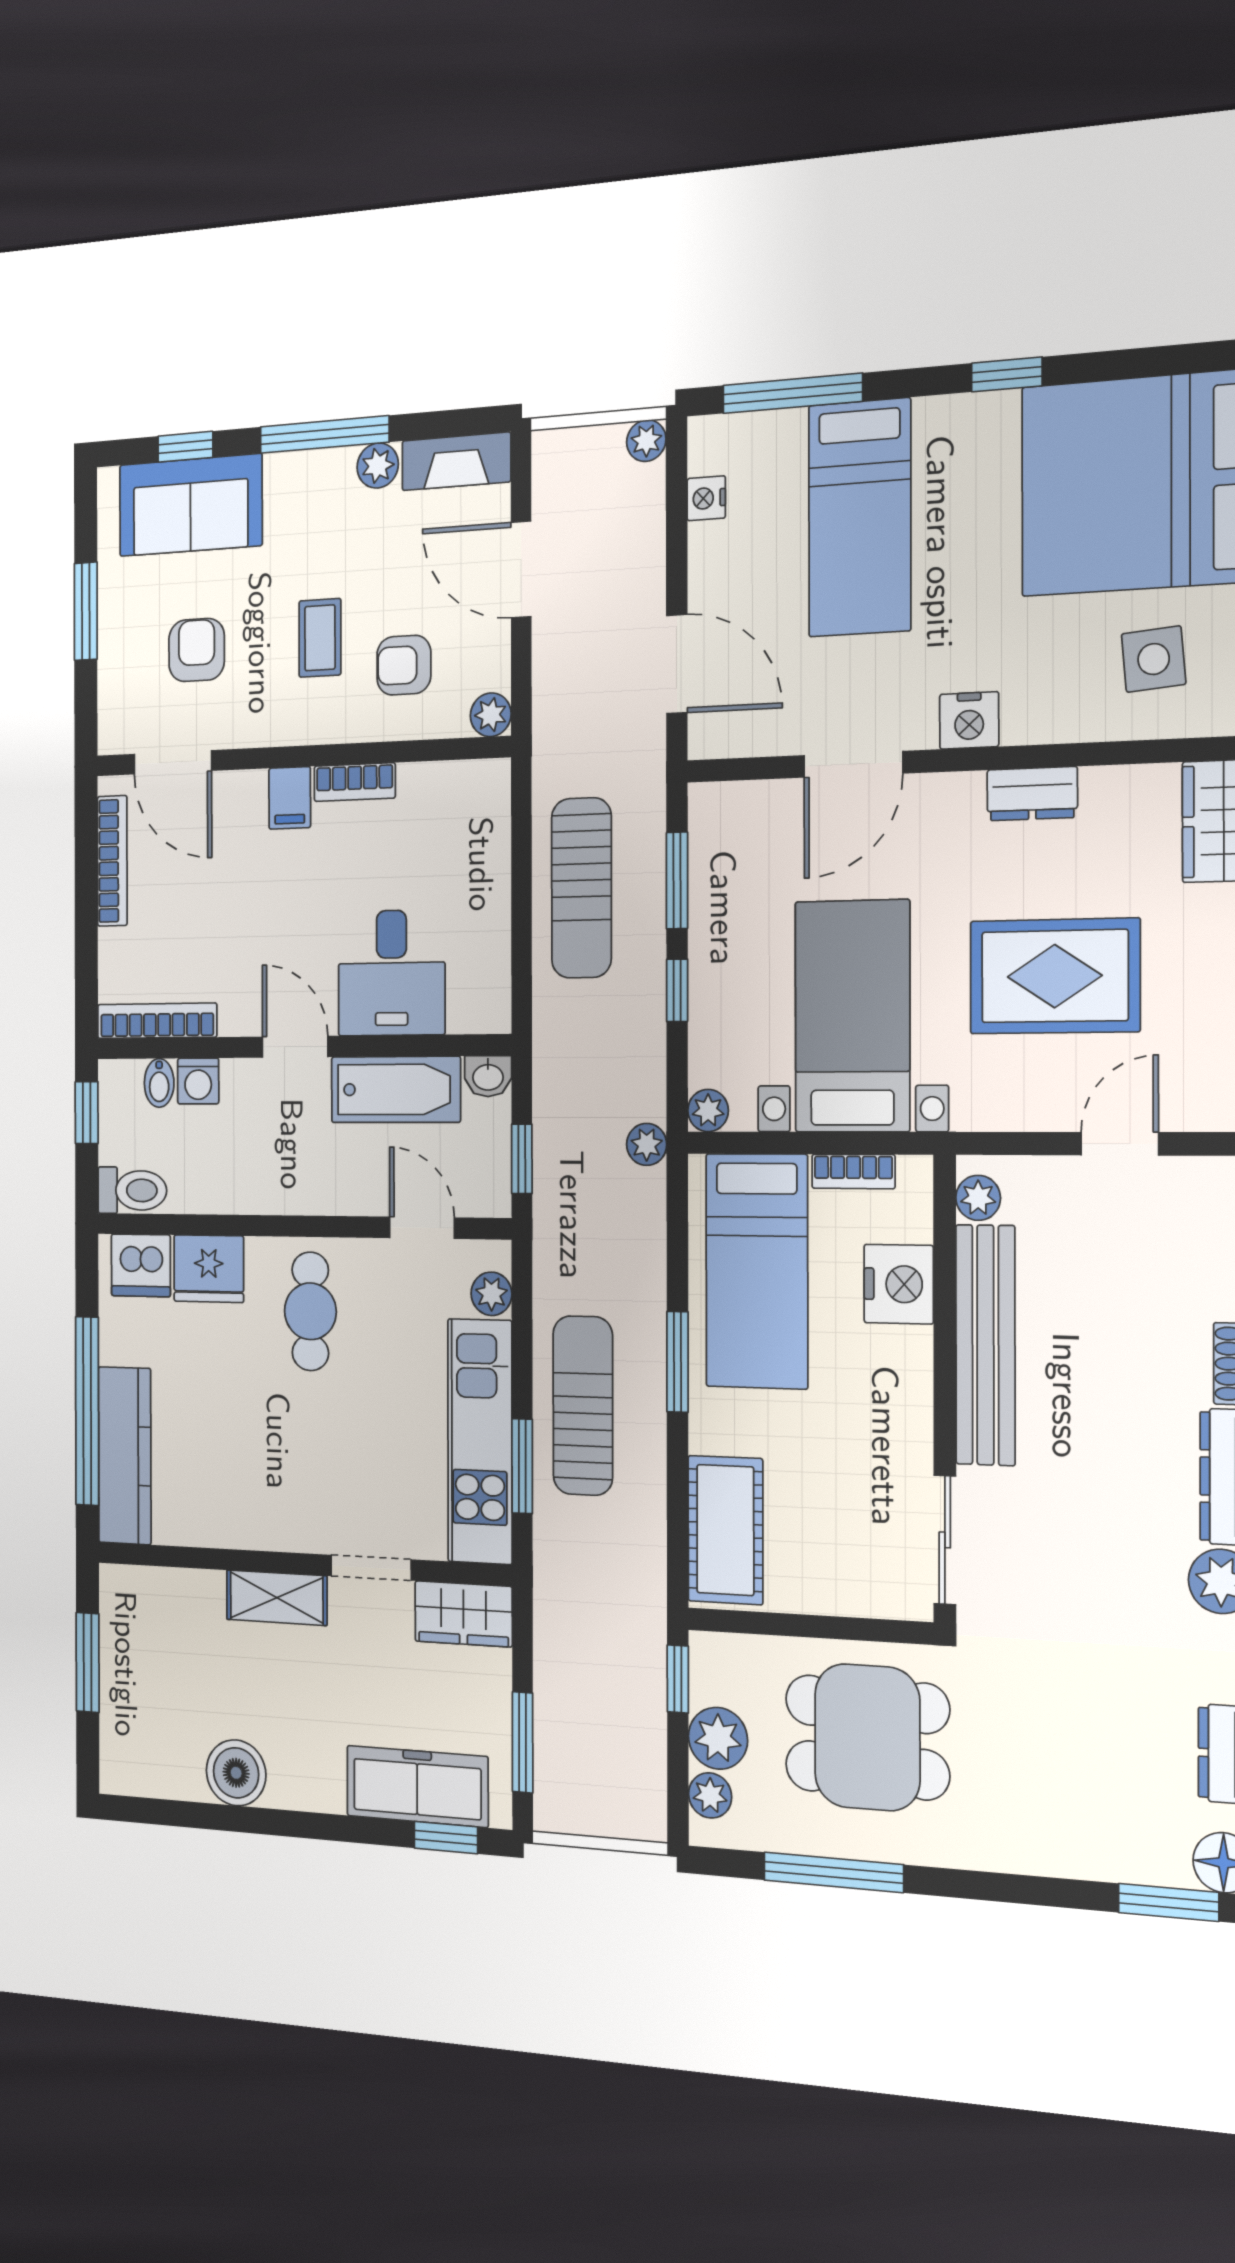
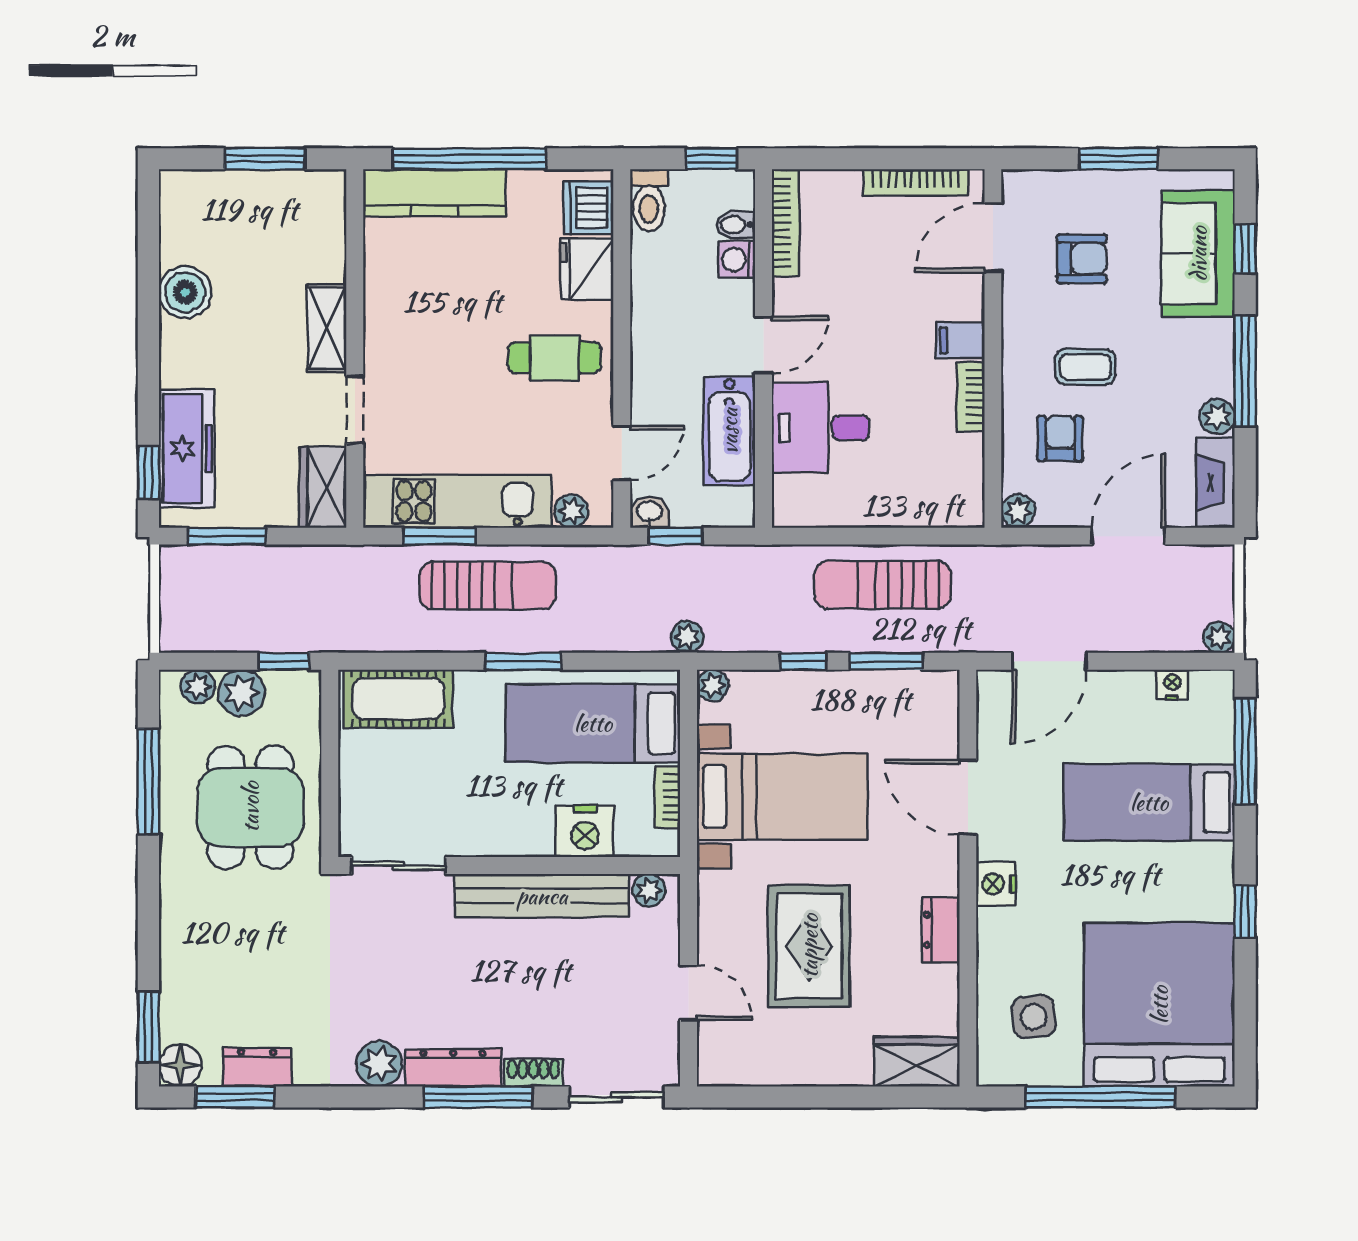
washbasin: (488, 1076) -> (650, 512), moved, turned 90

